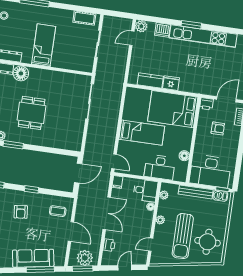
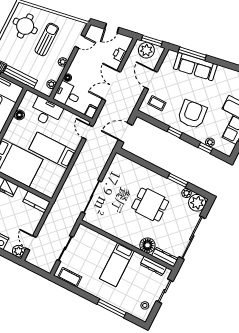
door: (132, 38) -> (31, 243), swing flipped
kitchen counter: (150, 80) -> (37, 202), moved
dining table: (32, 113) -> (150, 205), turned 90
armchair: (21, 212) -> (192, 114), width x1.88, depth x1.88
sun lounger: (183, 236) -> (47, 39), width x0.73, depth x0.75

